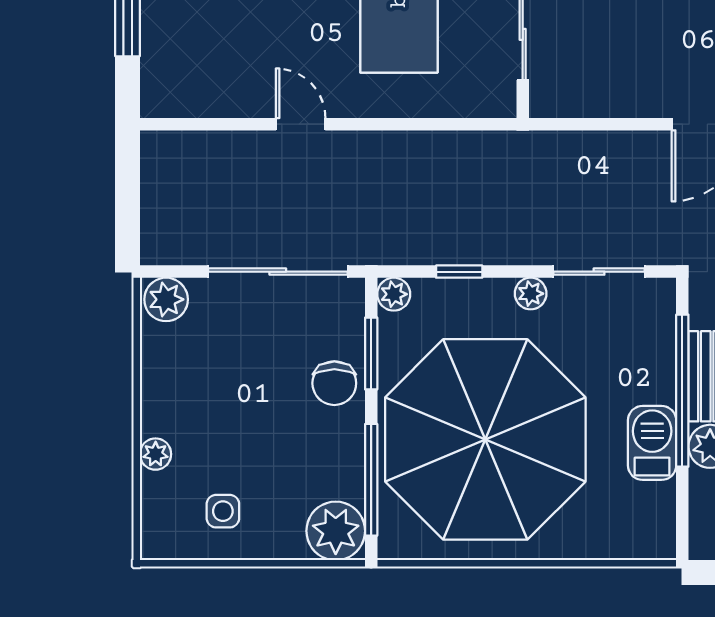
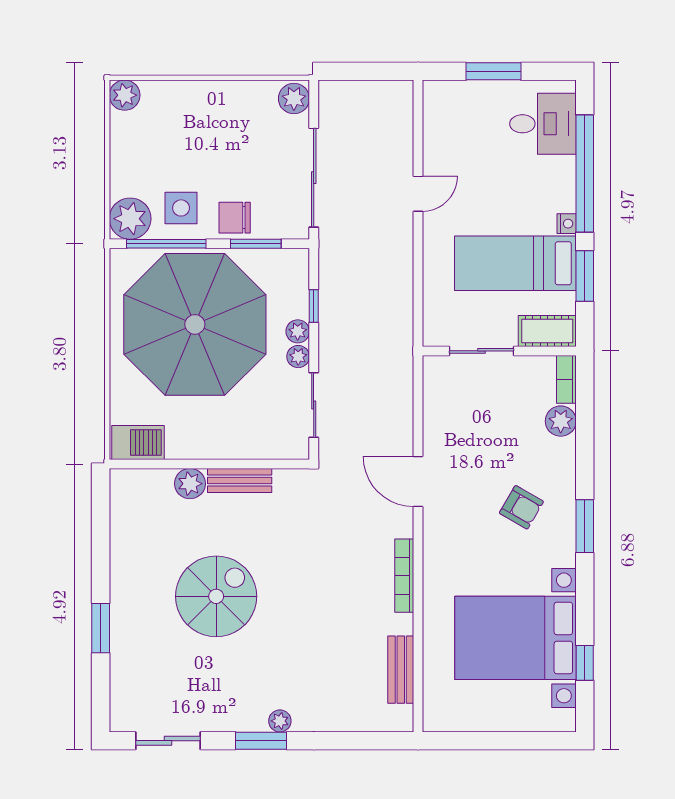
plant: (394, 294) -> (298, 331), moved
window: (682, 391) -> (229, 464), removed
barbecue: (652, 443) -> (138, 443), moved
plant: (156, 454) -> (125, 95), moved, width x1.38, depth x1.38
side table: (223, 511) -> (181, 208), moved, width x1.37, depth x1.37

